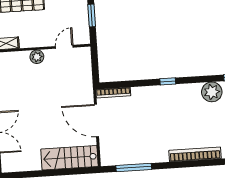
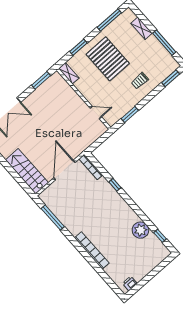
plant: (37, 57) -> (76, 100), removed
window: (168, 81) -> (115, 185), moved

